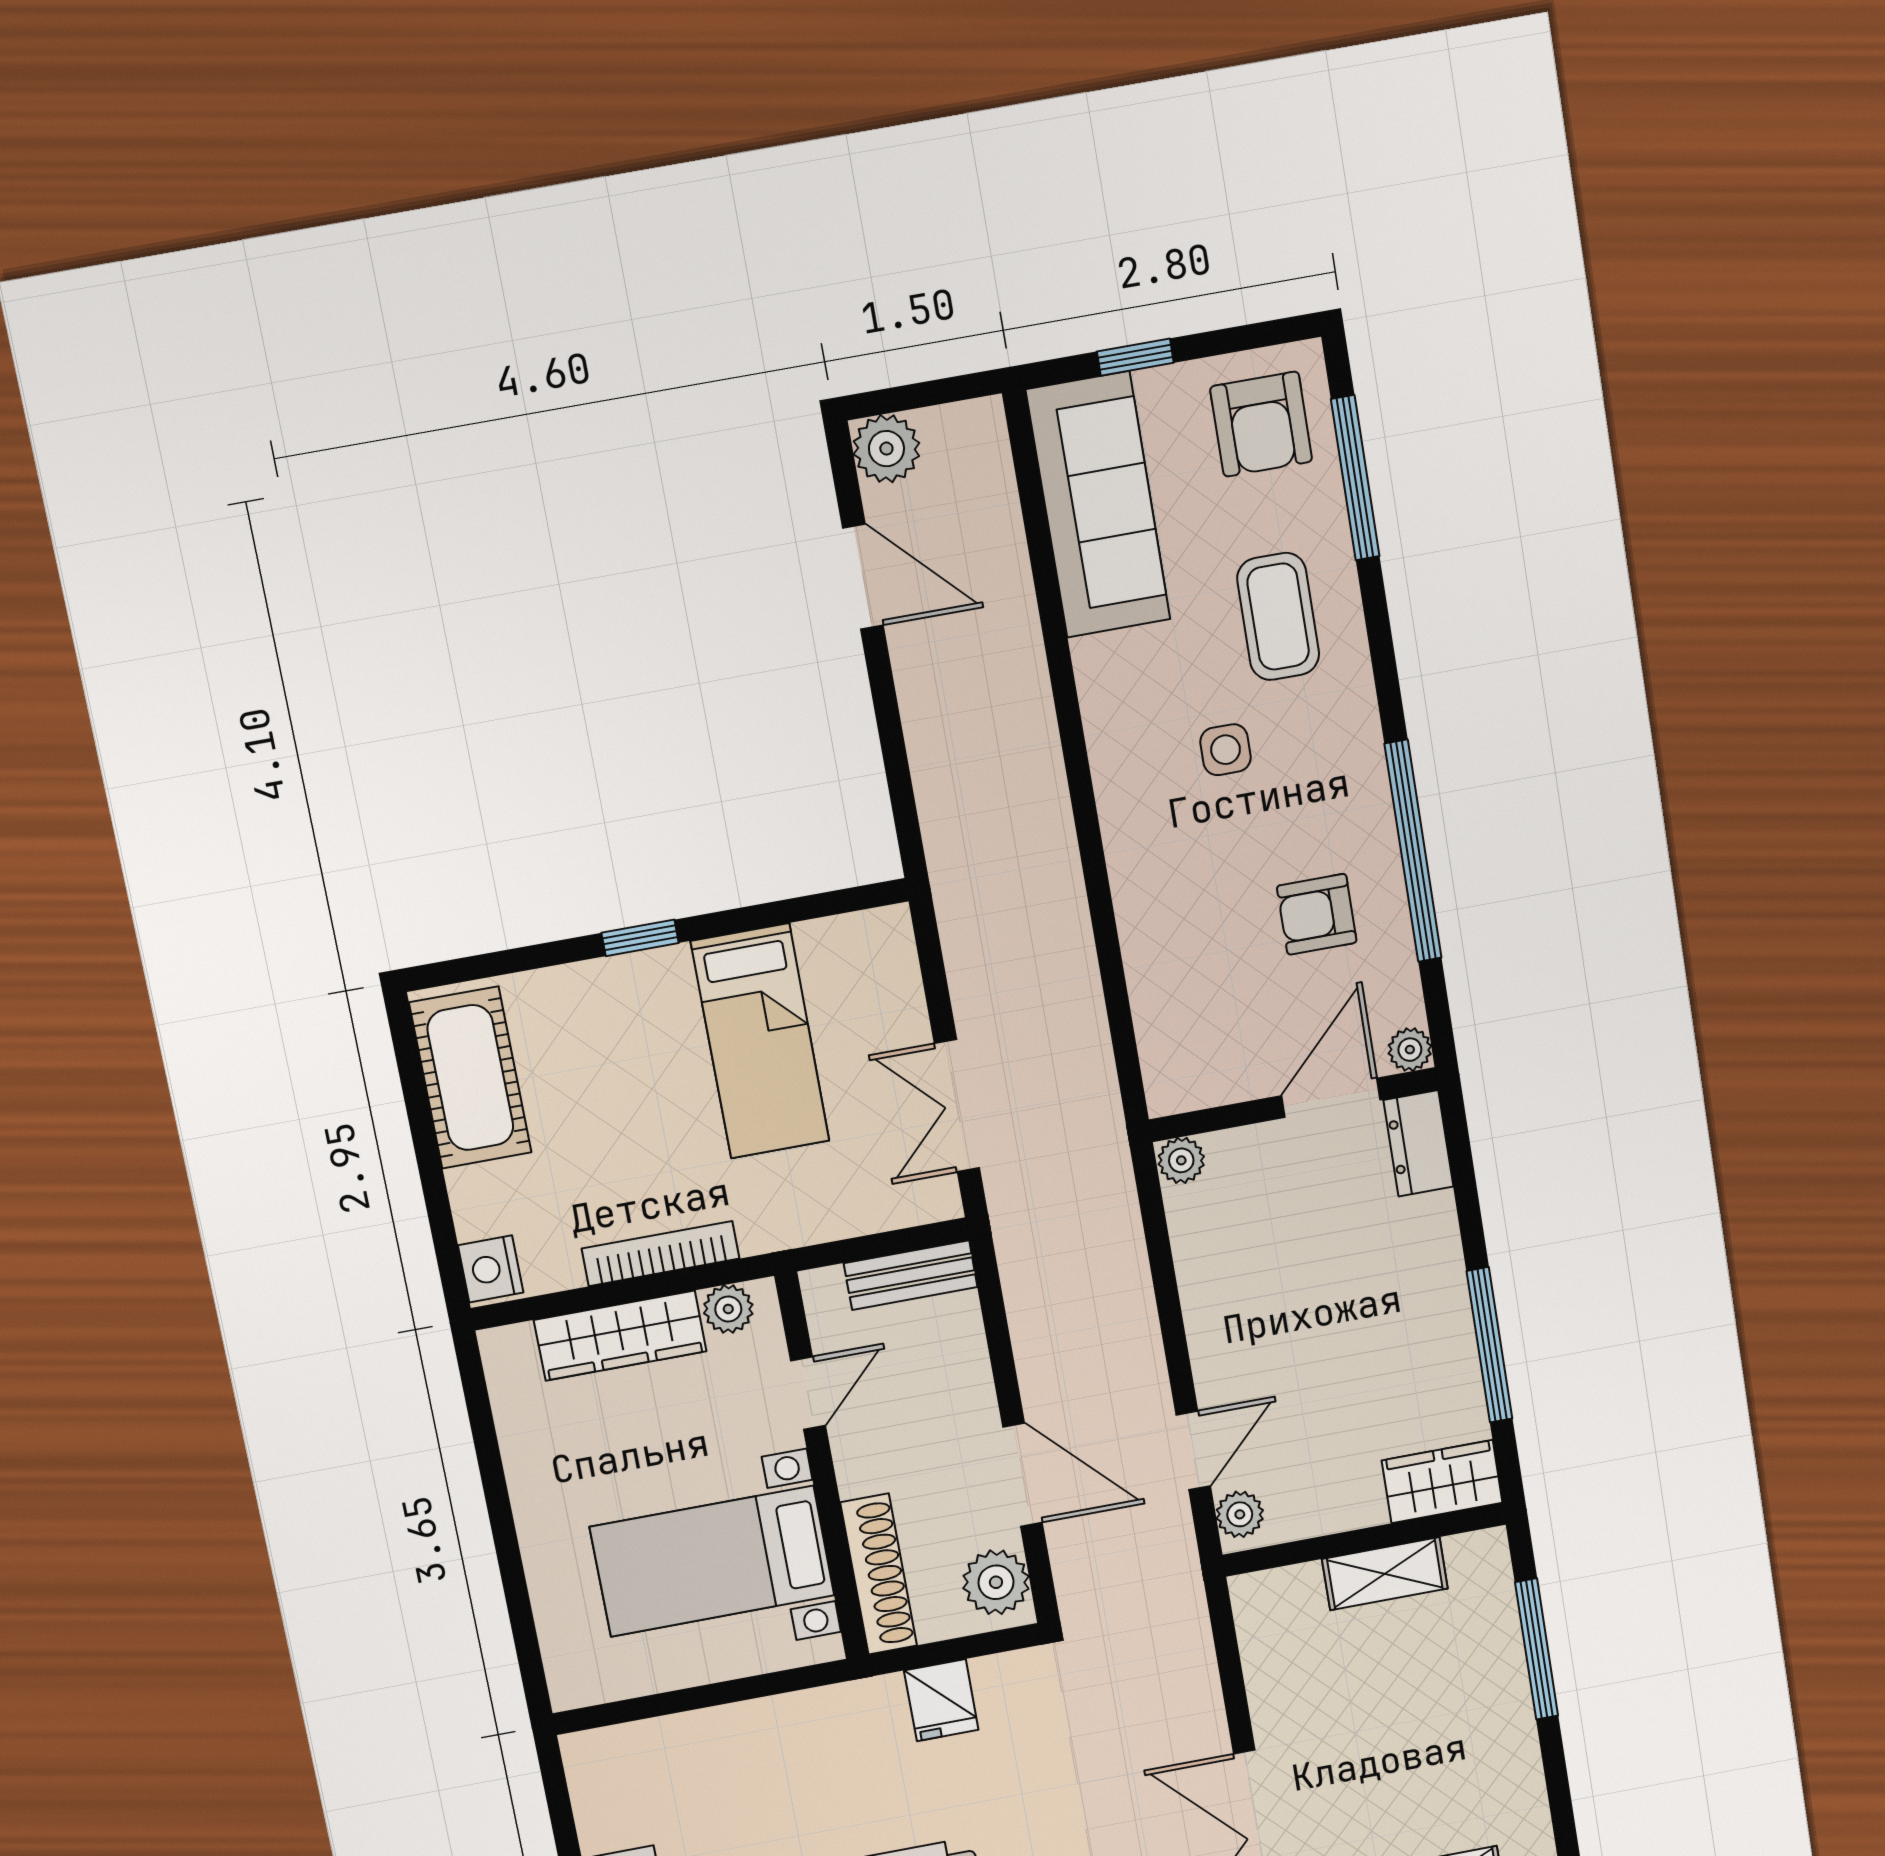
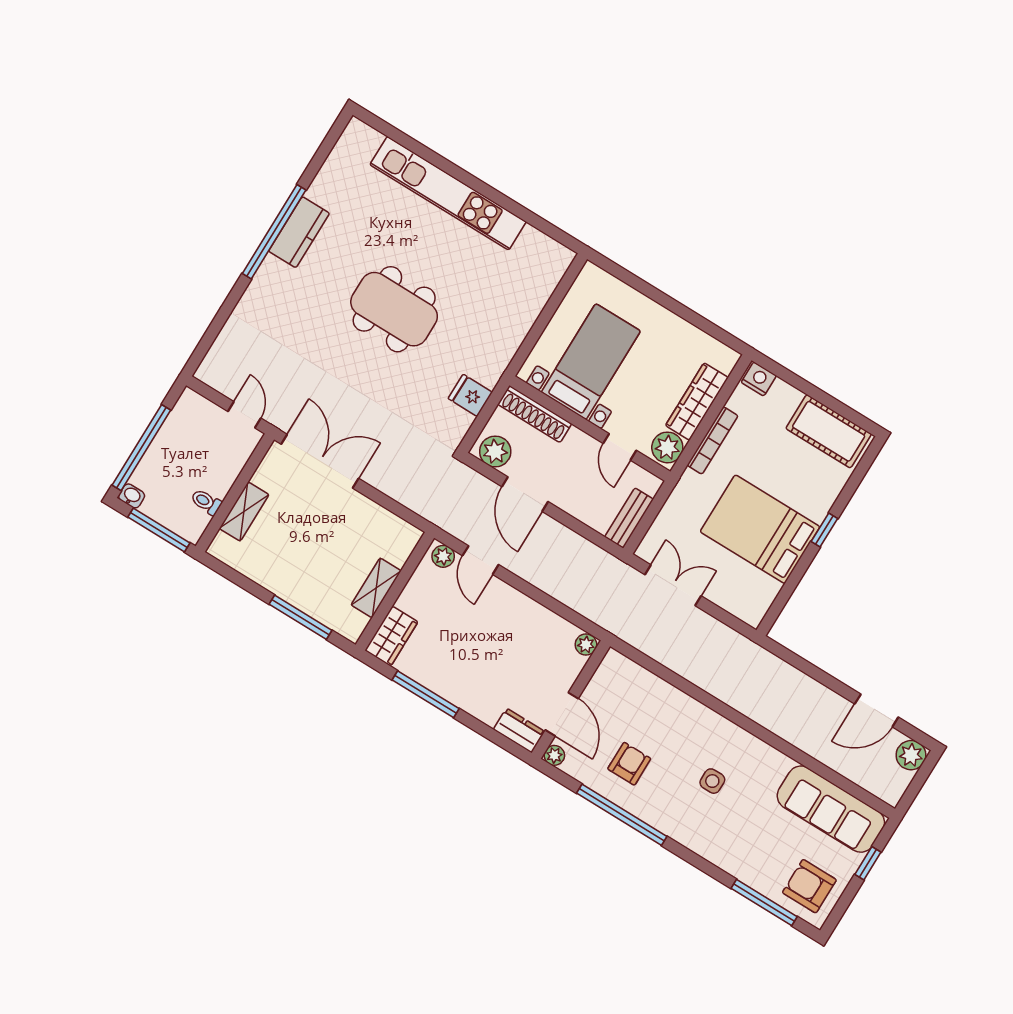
coffee table: (1278, 617) -> (741, 837), removed
bed: (760, 1041) -> (760, 529), width x1.50
plant: (728, 1309) -> (667, 447), width x1.38, depth x1.38
door: (1023, 1475) -> (525, 494), hinge flipped

